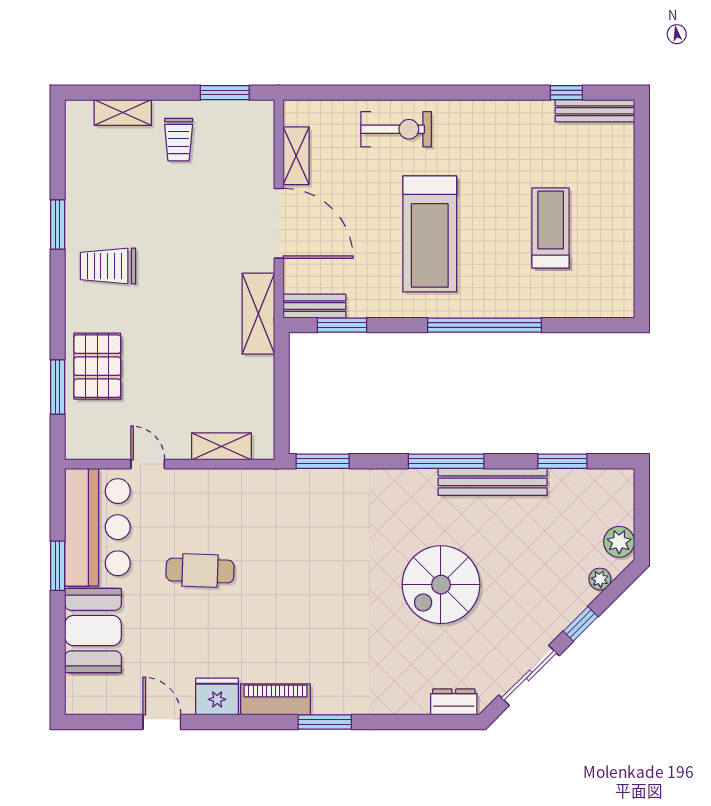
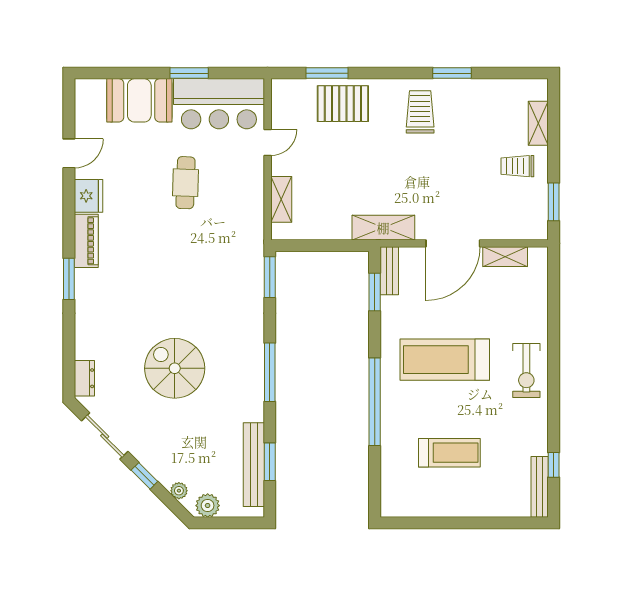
exercise bike: (396, 129) -> (526, 370), moved
bench: (493, 482) -> (254, 465), moved

